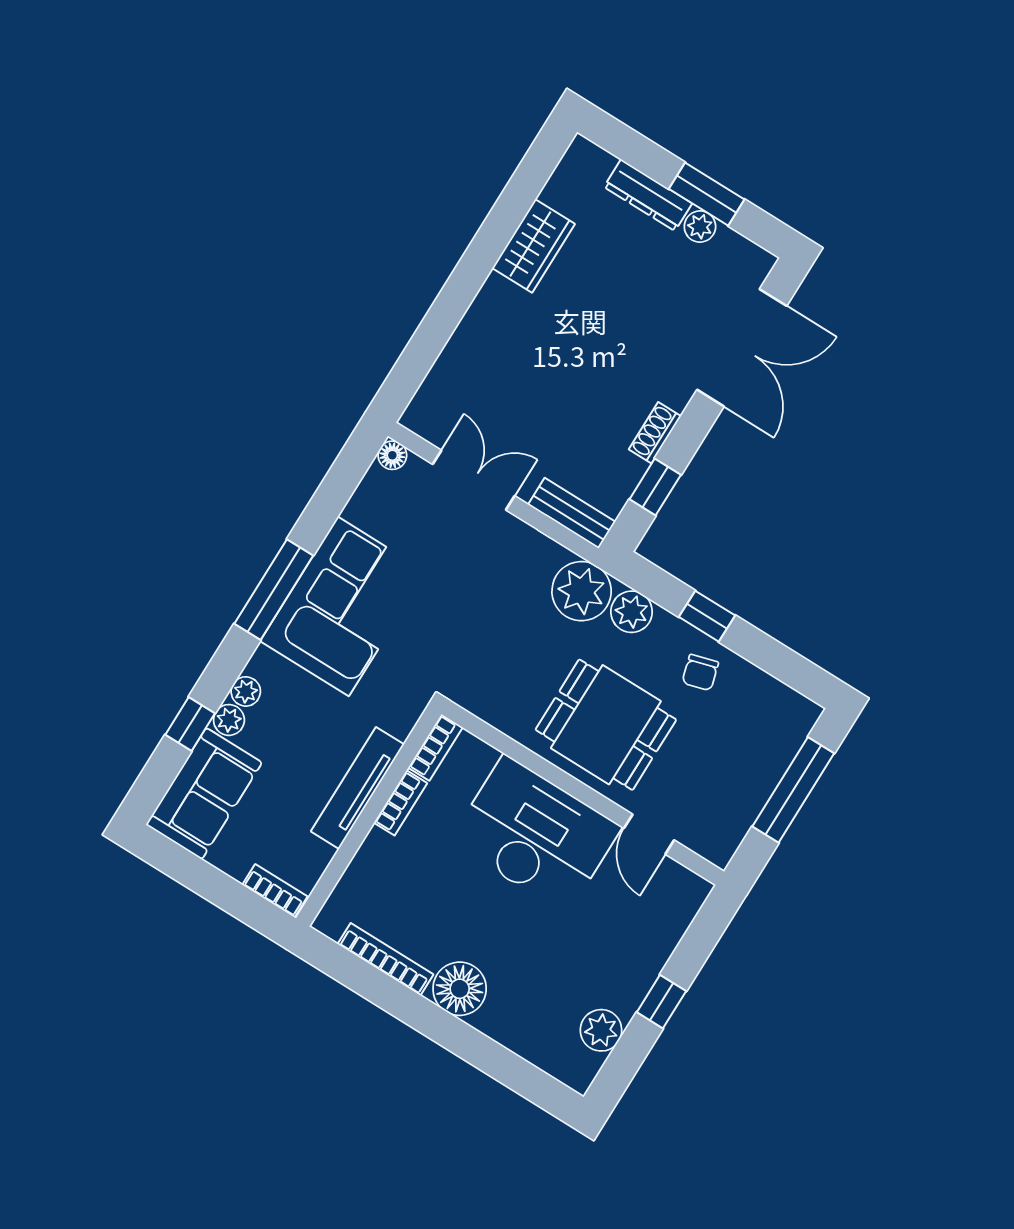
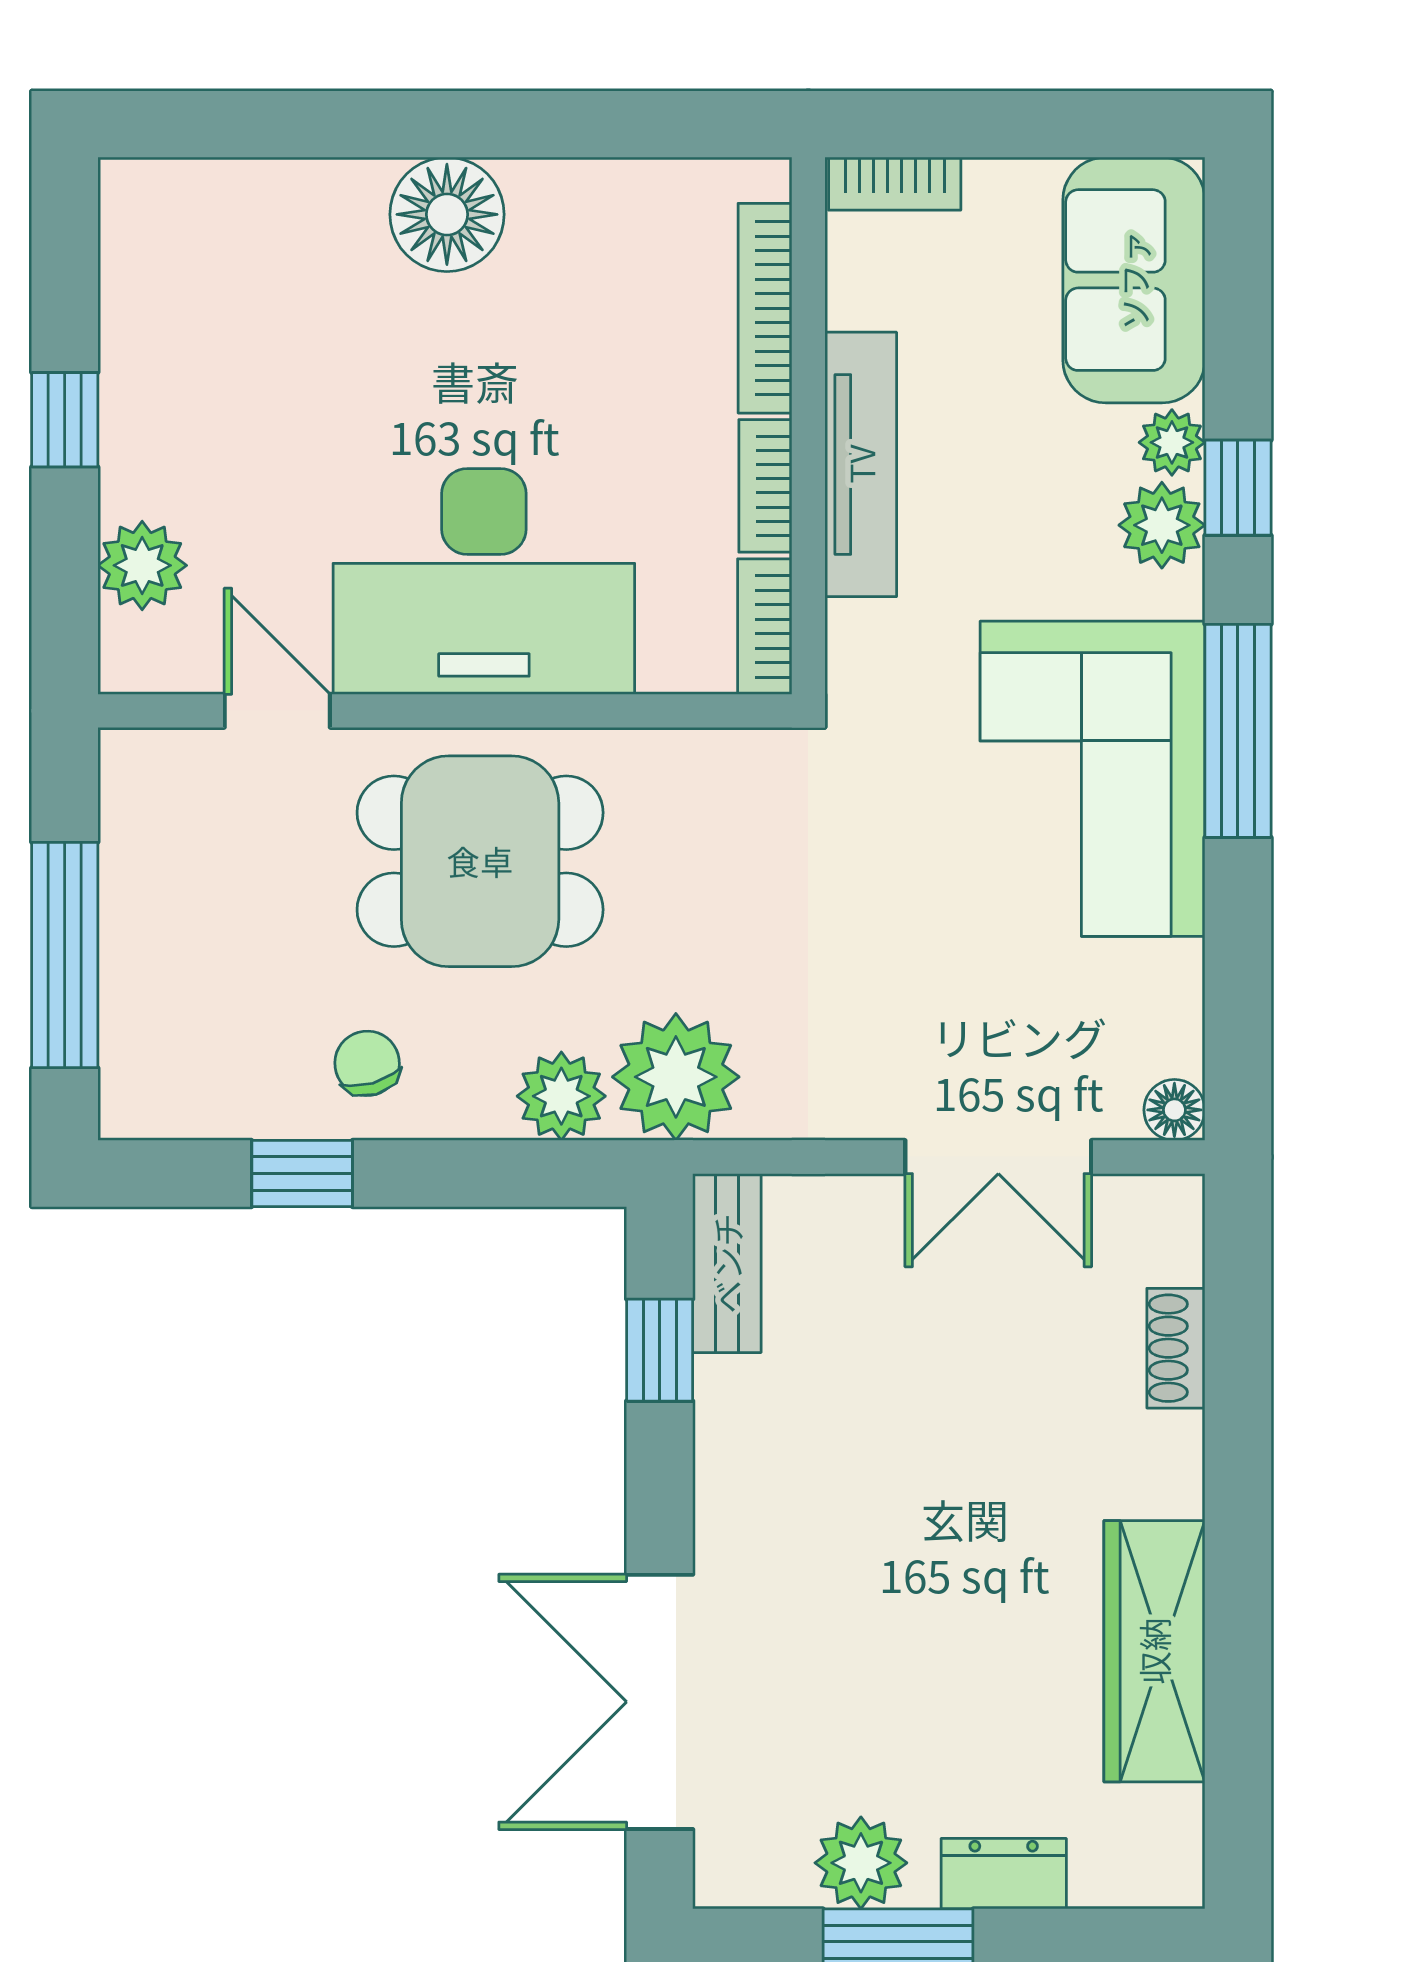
dresser: (648, 195) -> (1004, 1874), width x0.70
plant: (700, 226) -> (861, 1863), width x1.38, depth x1.38
wardrobe: (534, 246) -> (1154, 1651), width x1.50
shoe rack: (655, 433) -> (1176, 1348), moved, turned 180
bench: (572, 513) -> (727, 1263), moved, turned 90
window: (707, 616) -> (302, 1174), moved
plant: (246, 691) -> (1162, 525), width x1.38, depth x1.38
window: (190, 724) -> (1238, 488), moved
bookcase: (385, 959) -> (765, 308), moved, turned 90
plant: (601, 1030) -> (142, 565), moved

